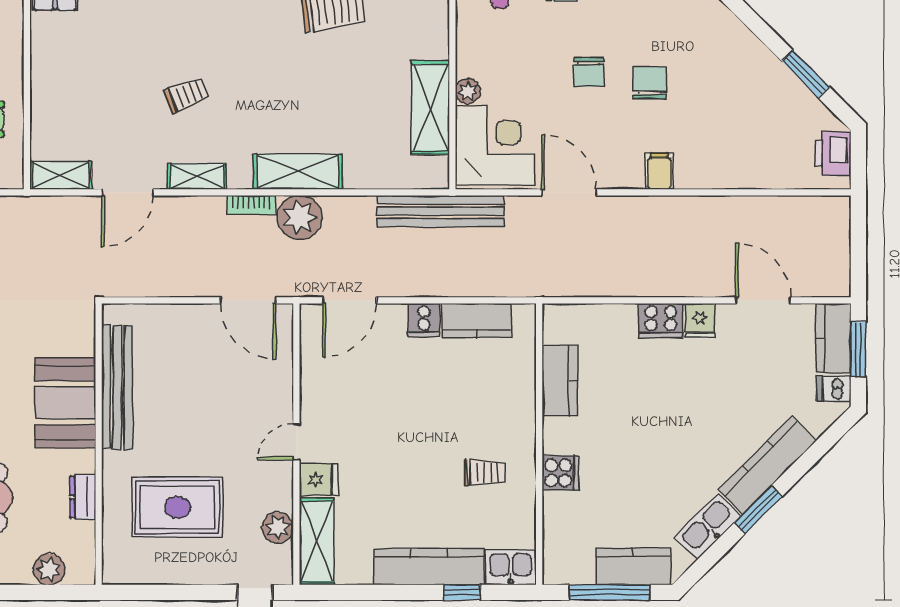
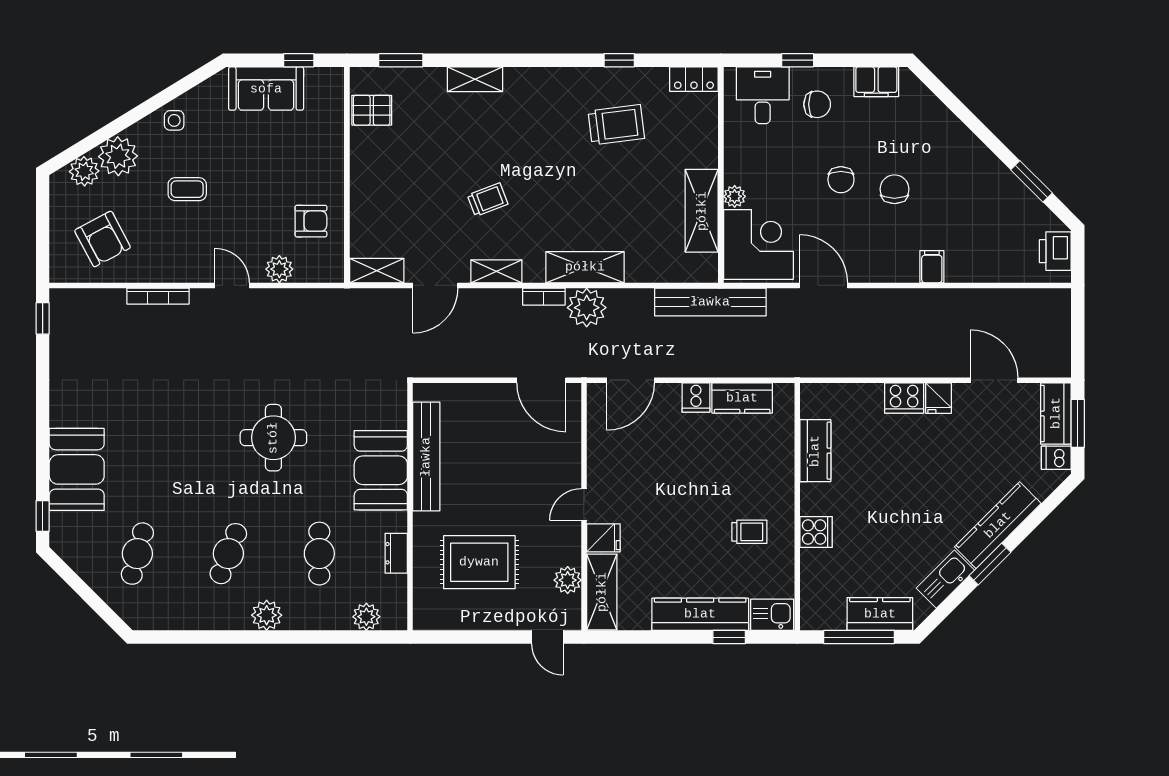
filing cabinet: (659, 171) -> (932, 267), moved

